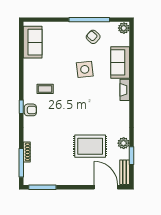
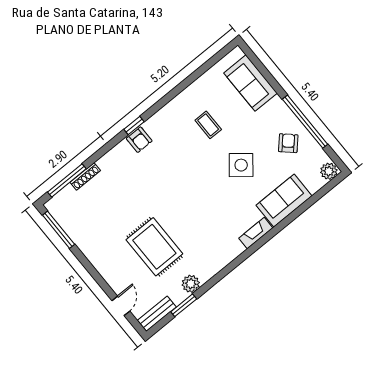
sofa: (33, 42) -> (251, 83), moved, turned 90
side table: (85, 69) -> (241, 165), turned 45
coffee table: (45, 89) -> (208, 125), moved
door: (106, 187) -> (121, 306), width x0.53

